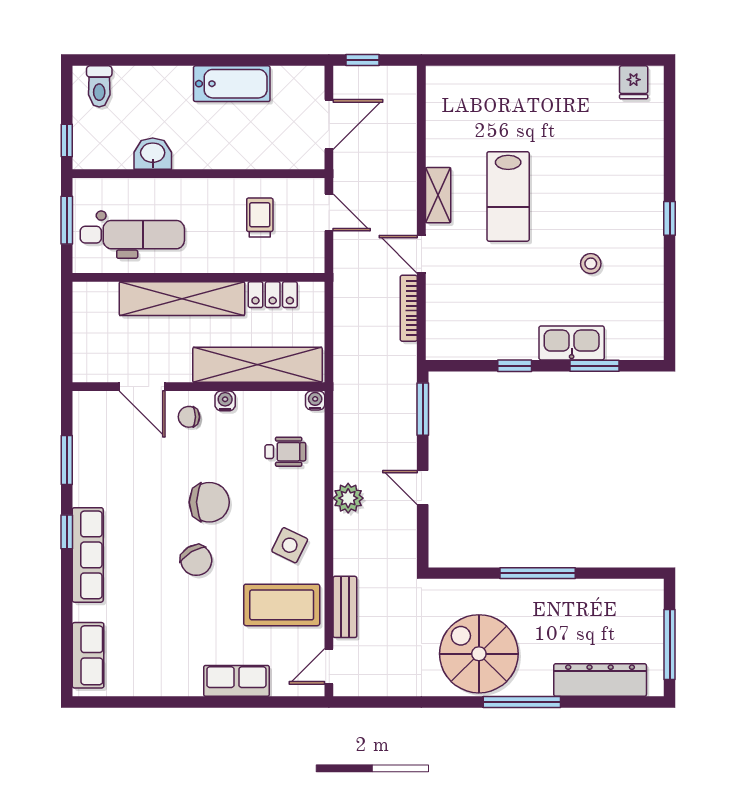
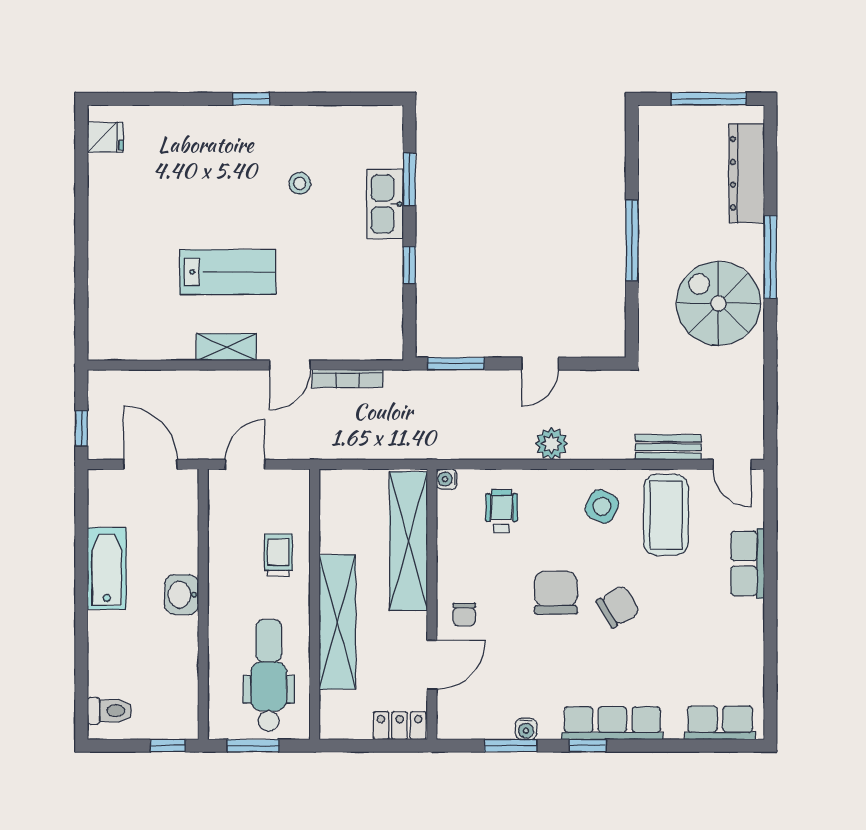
washbasin: (153, 154) -> (182, 595), moved
trolley: (260, 218) -> (278, 555), moved, turned 90
locker: (273, 295) -> (400, 726), moved, turned -90
water cooler: (225, 401) -> (526, 729), moved, turned -90
spiral stairs: (479, 654) -> (718, 303), turned 90

